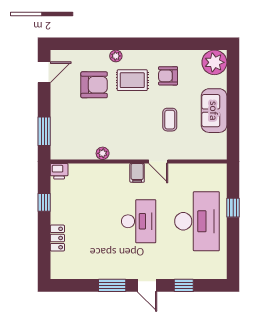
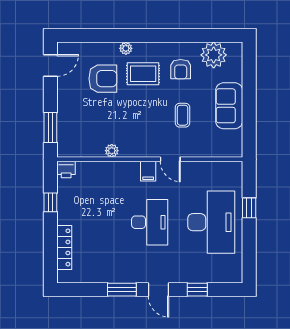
plant: (214, 62) -> (214, 55), moved
armchair: (168, 76) -> (181, 69), turned -90
locker: (57, 238) -> (64, 247), width x1.53

